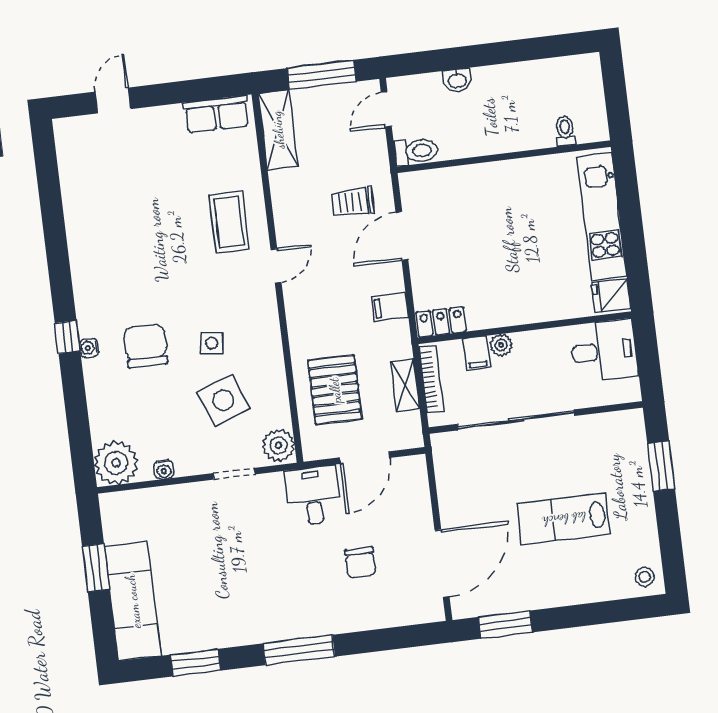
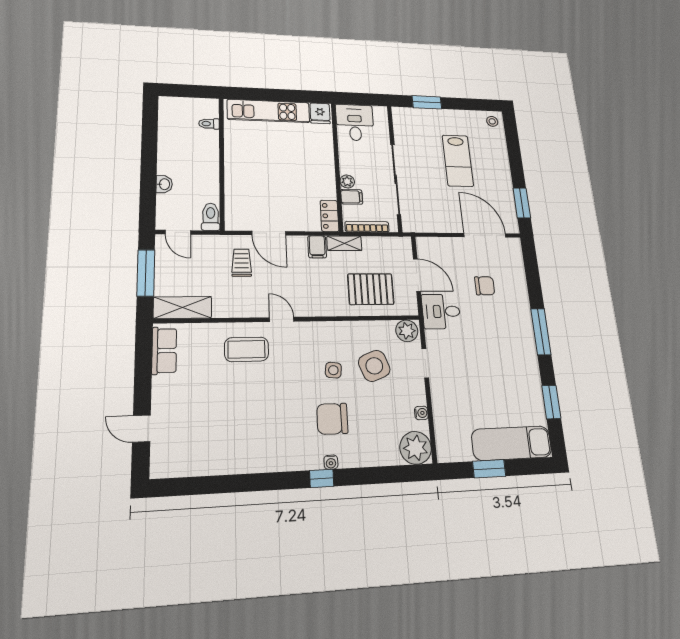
trolley: (352, 202) -> (242, 263), turned 180
shelving: (405, 385) -> (344, 243), moved

